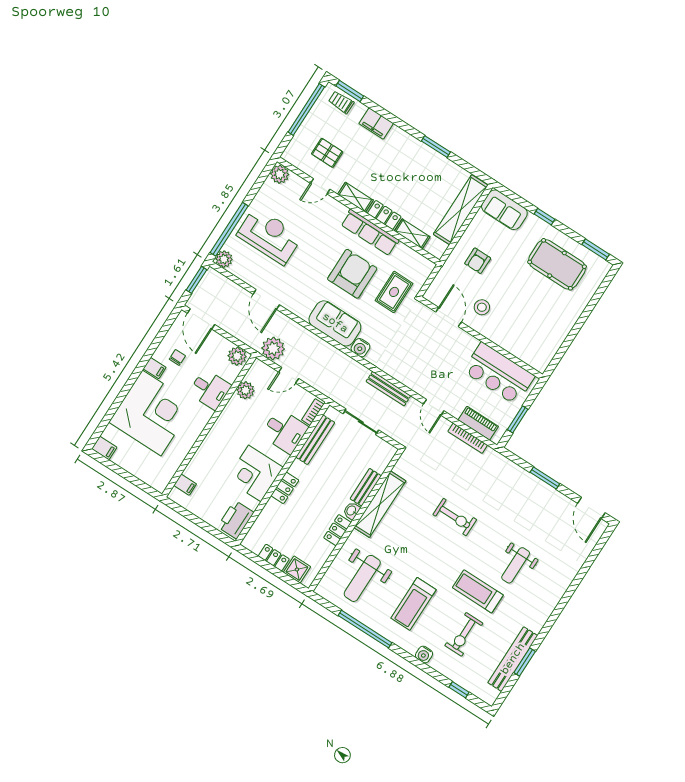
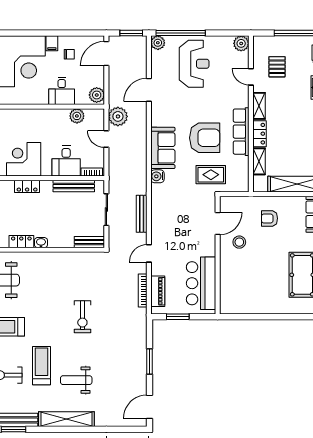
bench: (366, 487) -> (89, 242), moved
shelving: (380, 504) -> (66, 419), moved

